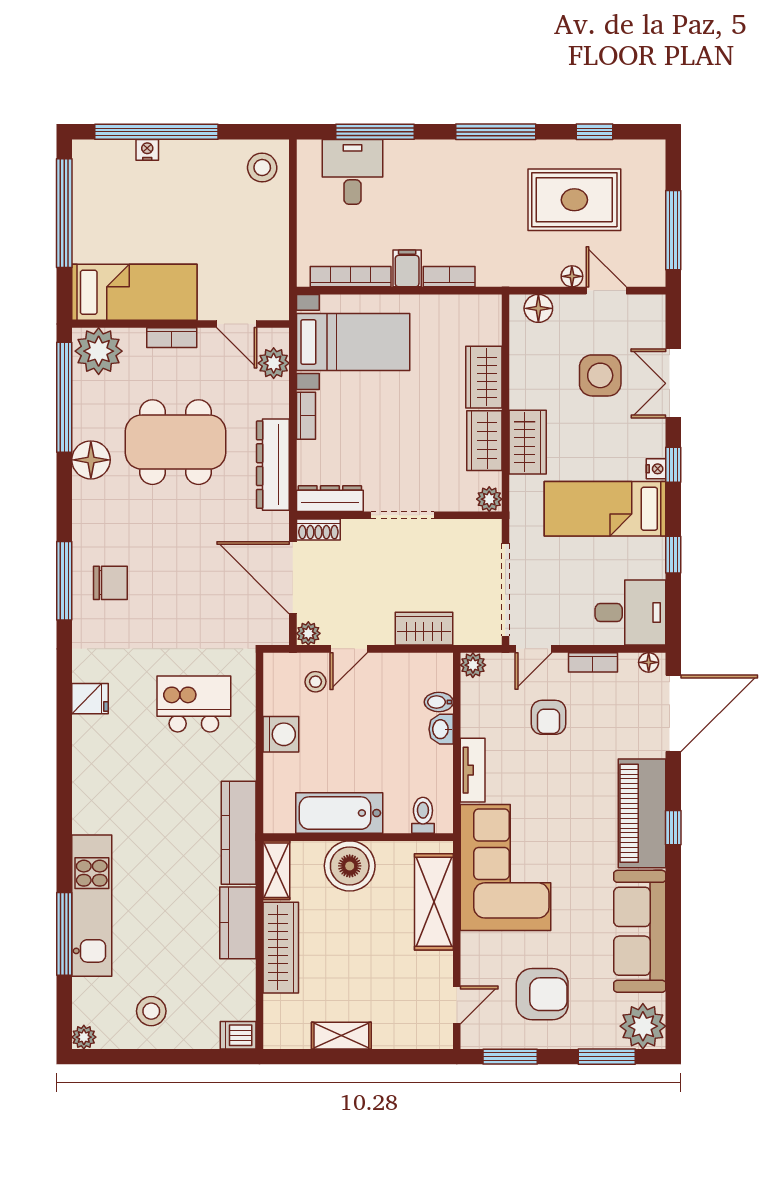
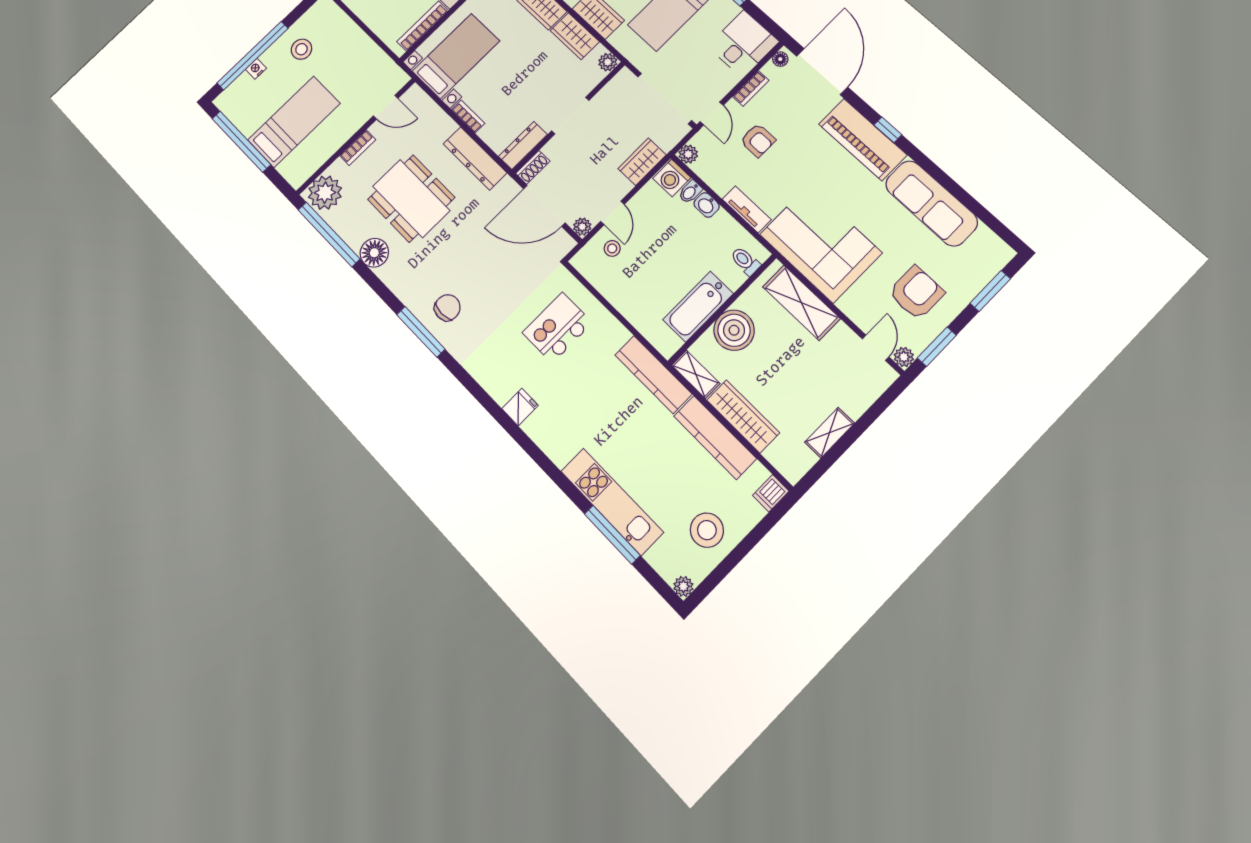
stool: (262, 168) -> (301, 49), moved
bed: (134, 292) -> (294, 122), moved
plant: (274, 363) -> (424, 107), removed
dining table: (175, 442) -> (411, 198), turned 90
fridge: (90, 699) -> (520, 407), moved
washing machine: (281, 734) -> (672, 178), moved, turned 180
kitchen counter: (238, 923) -> (715, 437), width x1.50
stool: (151, 1011) -> (707, 530), width x1.38, depth x1.38
plant: (643, 1026) -> (904, 357), moved, width x0.53, depth x0.53

